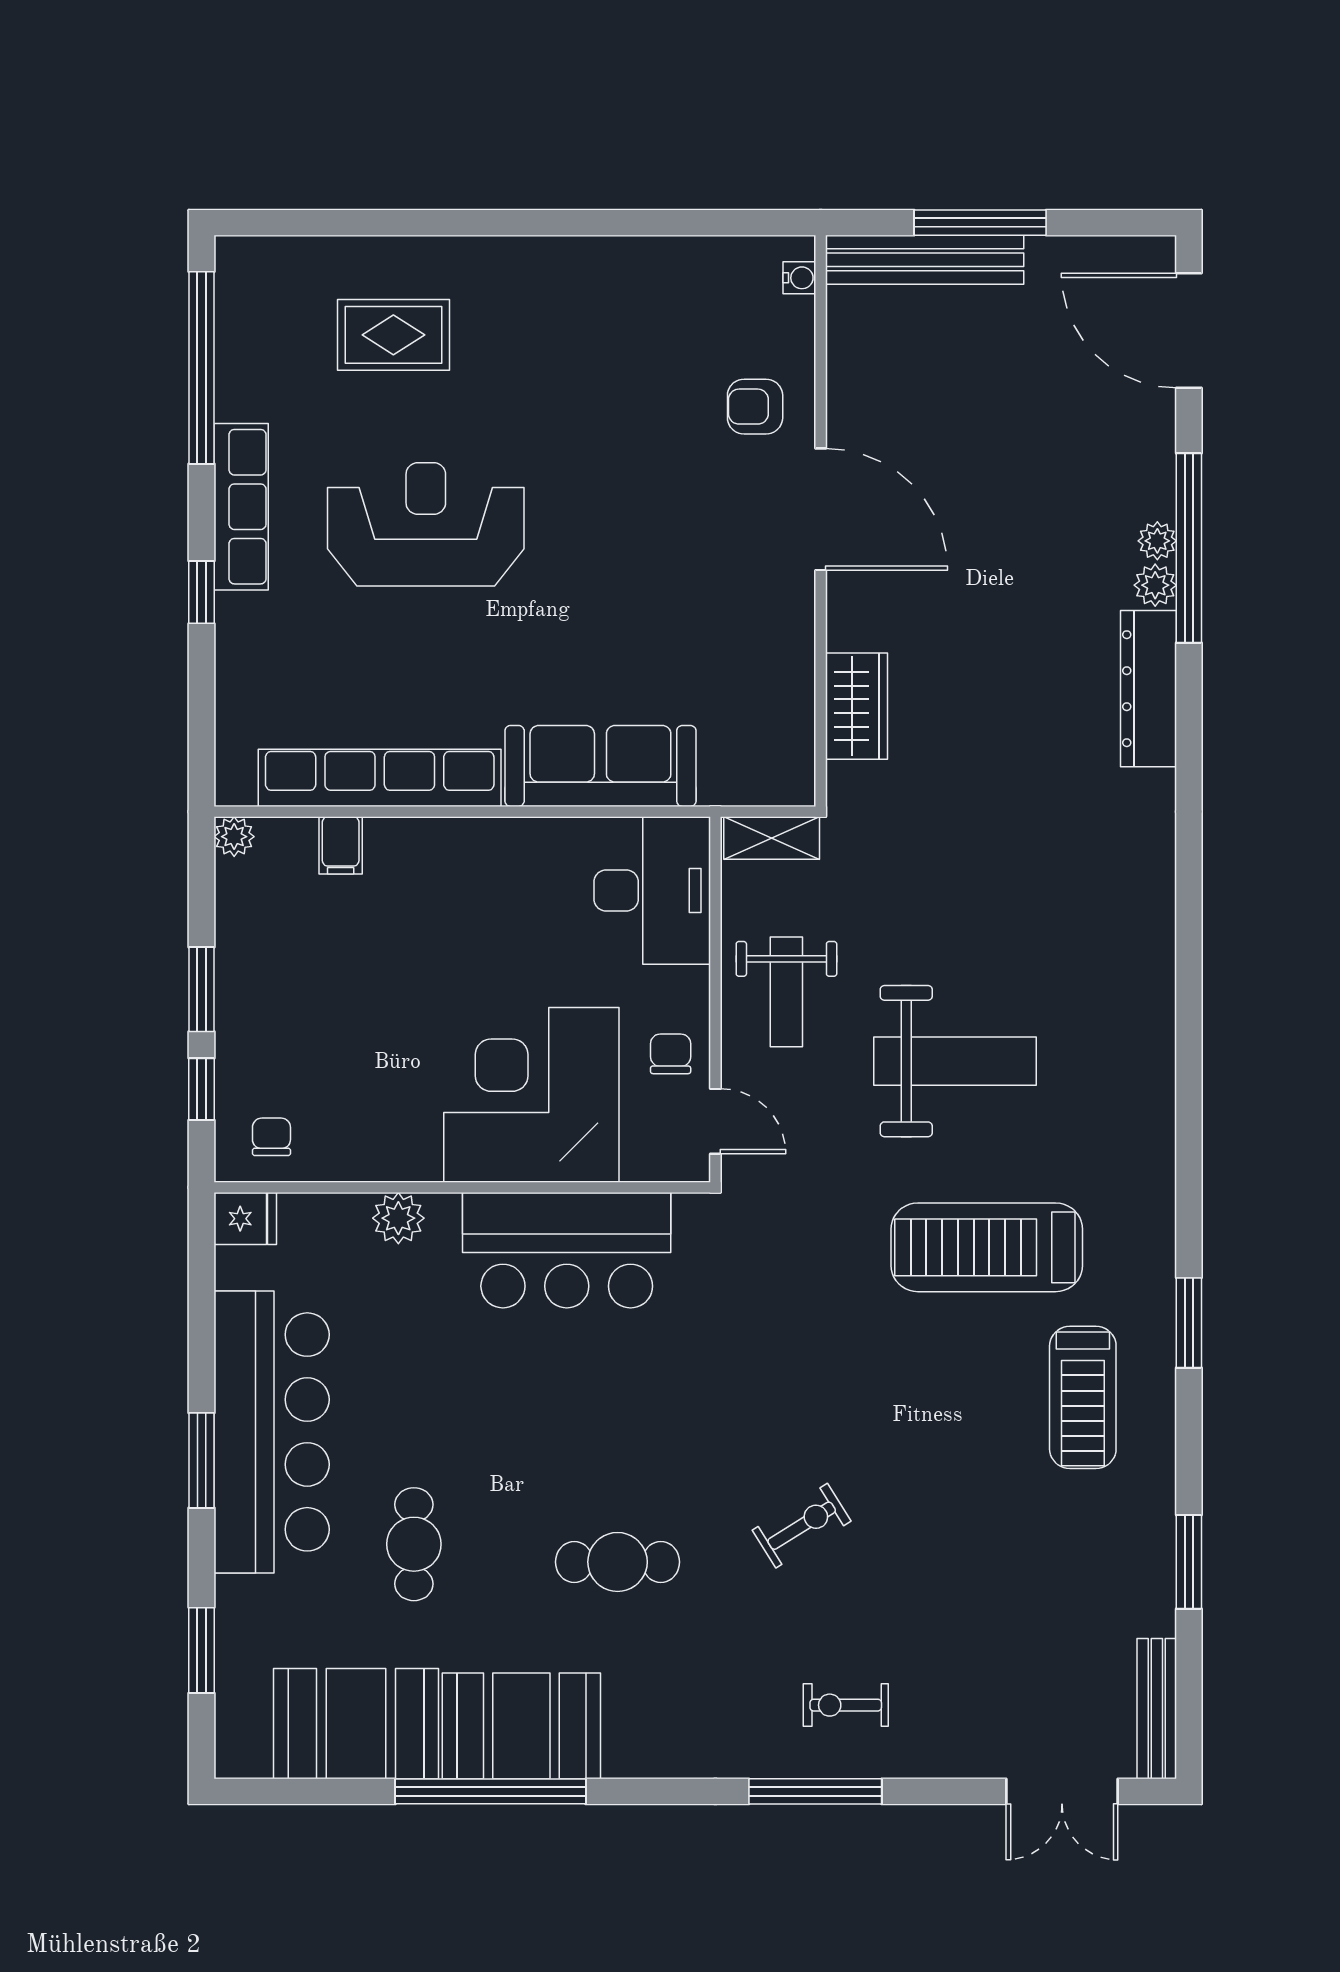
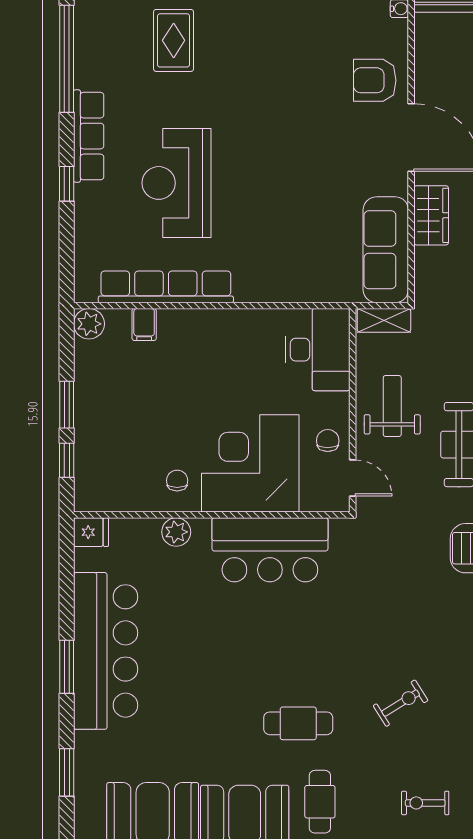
rug: (393, 335) -> (174, 40), turned 90
armchair: (755, 407) -> (375, 80), width x1.38, depth x1.38
reception desk: (426, 524) -> (177, 183), moved, turned -90
wardrobe: (856, 706) -> (431, 215), moved
sofa: (600, 766) -> (386, 250), moved, turned -90
plant: (234, 837) -> (89, 324), width x1.38, depth x1.38
weight bench: (786, 992) -> (392, 406), turned 180
chair: (271, 1137) -> (177, 481), moved
cafe table: (414, 1544) -> (320, 802), moved

